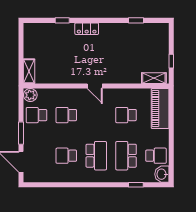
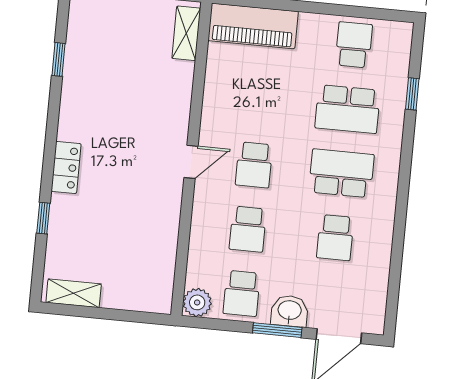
shelving: (29, 71) -> (74, 293), moved
school desk: (126, 115) -> (254, 165), moved
washbasin: (162, 174) -> (290, 311), moved, turned 180

